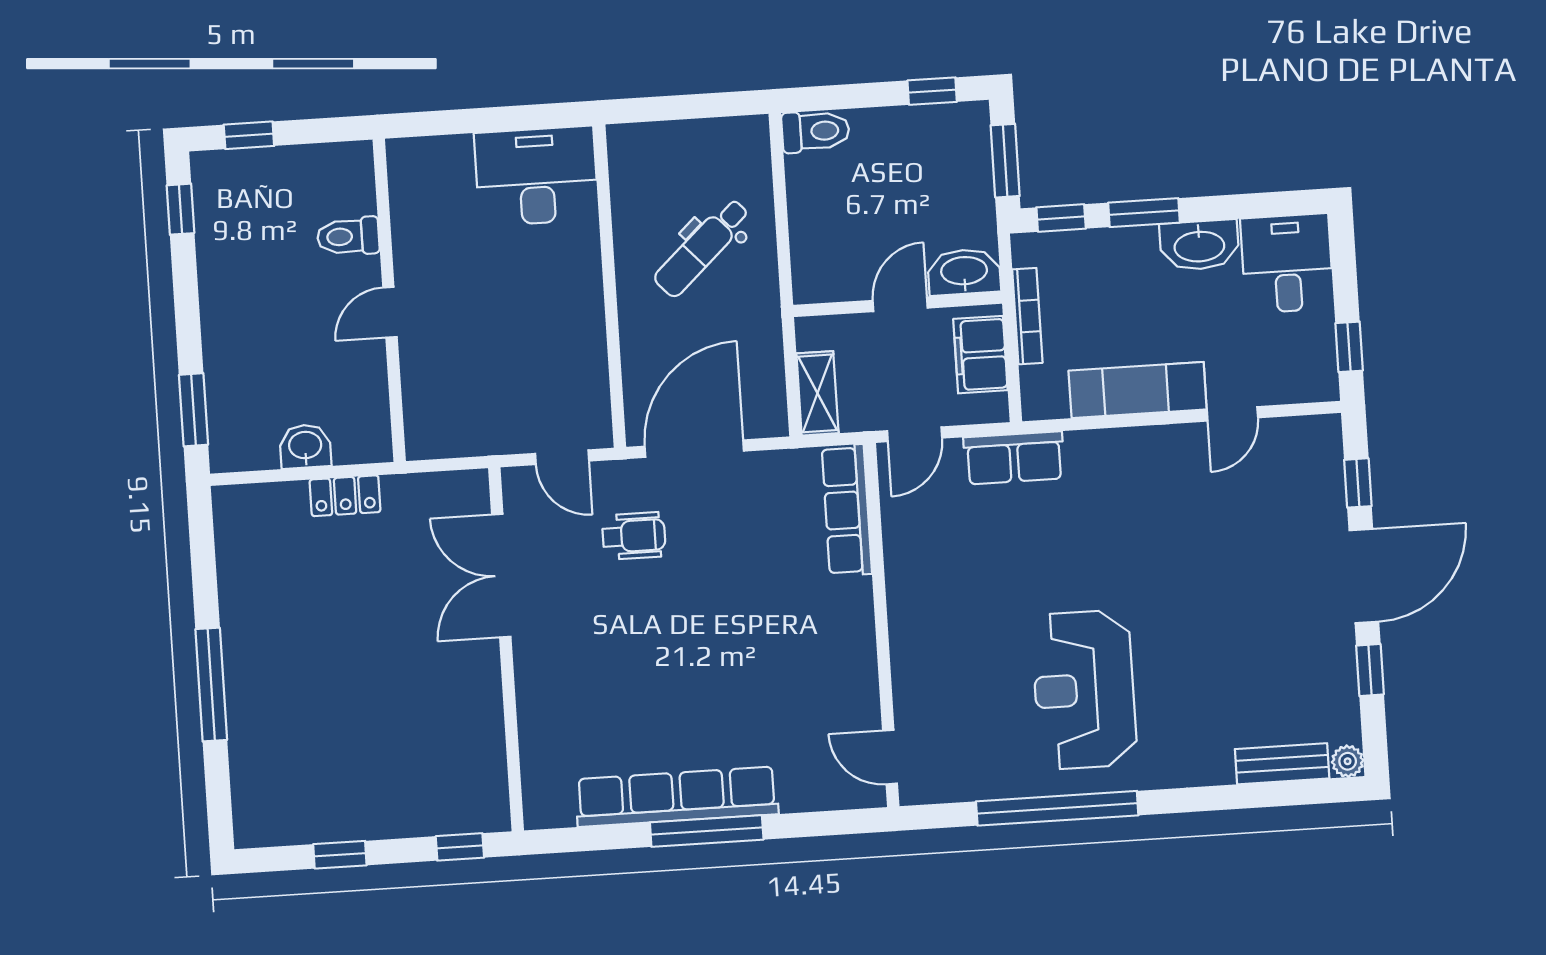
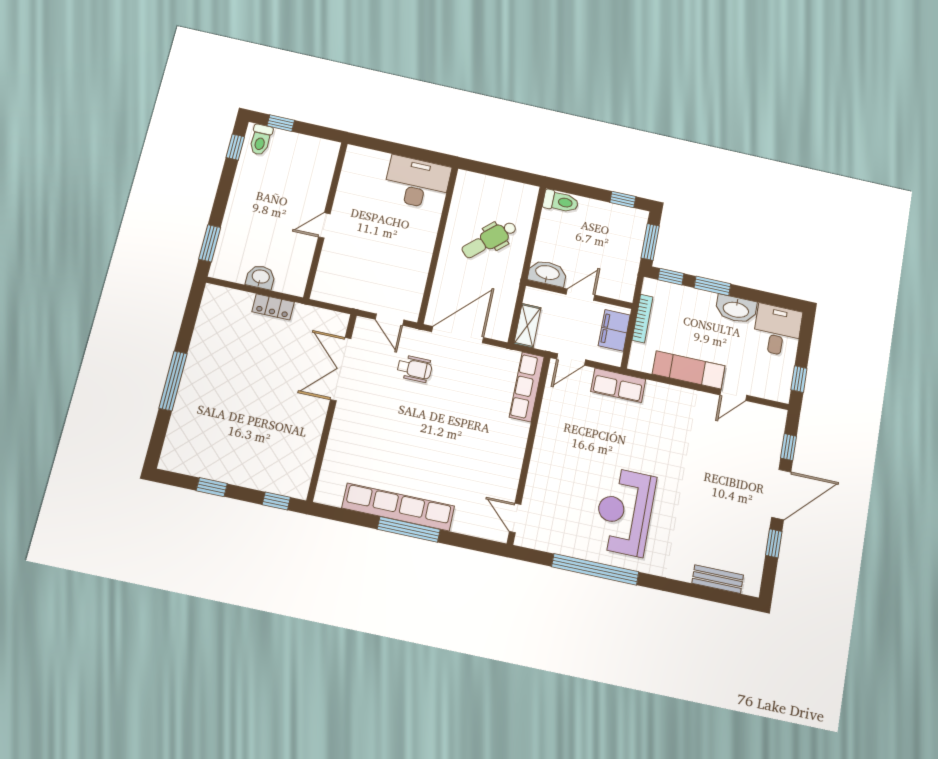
toilet: (348, 236) -> (261, 140), moved, turned -90
washbasin: (964, 272) -> (547, 273), moved
plant: (1348, 761) -> (752, 587), removed

